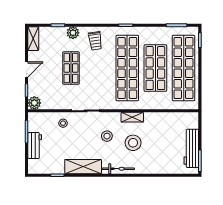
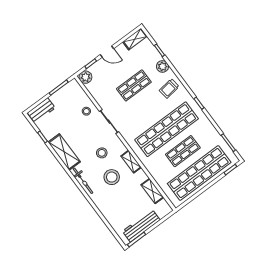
shop shelf: (155, 68) -> (183, 151), width x0.70, depth x0.74
shelving: (170, 118) -> (152, 191), added
workbench: (35, 146) -> (41, 110), moved

